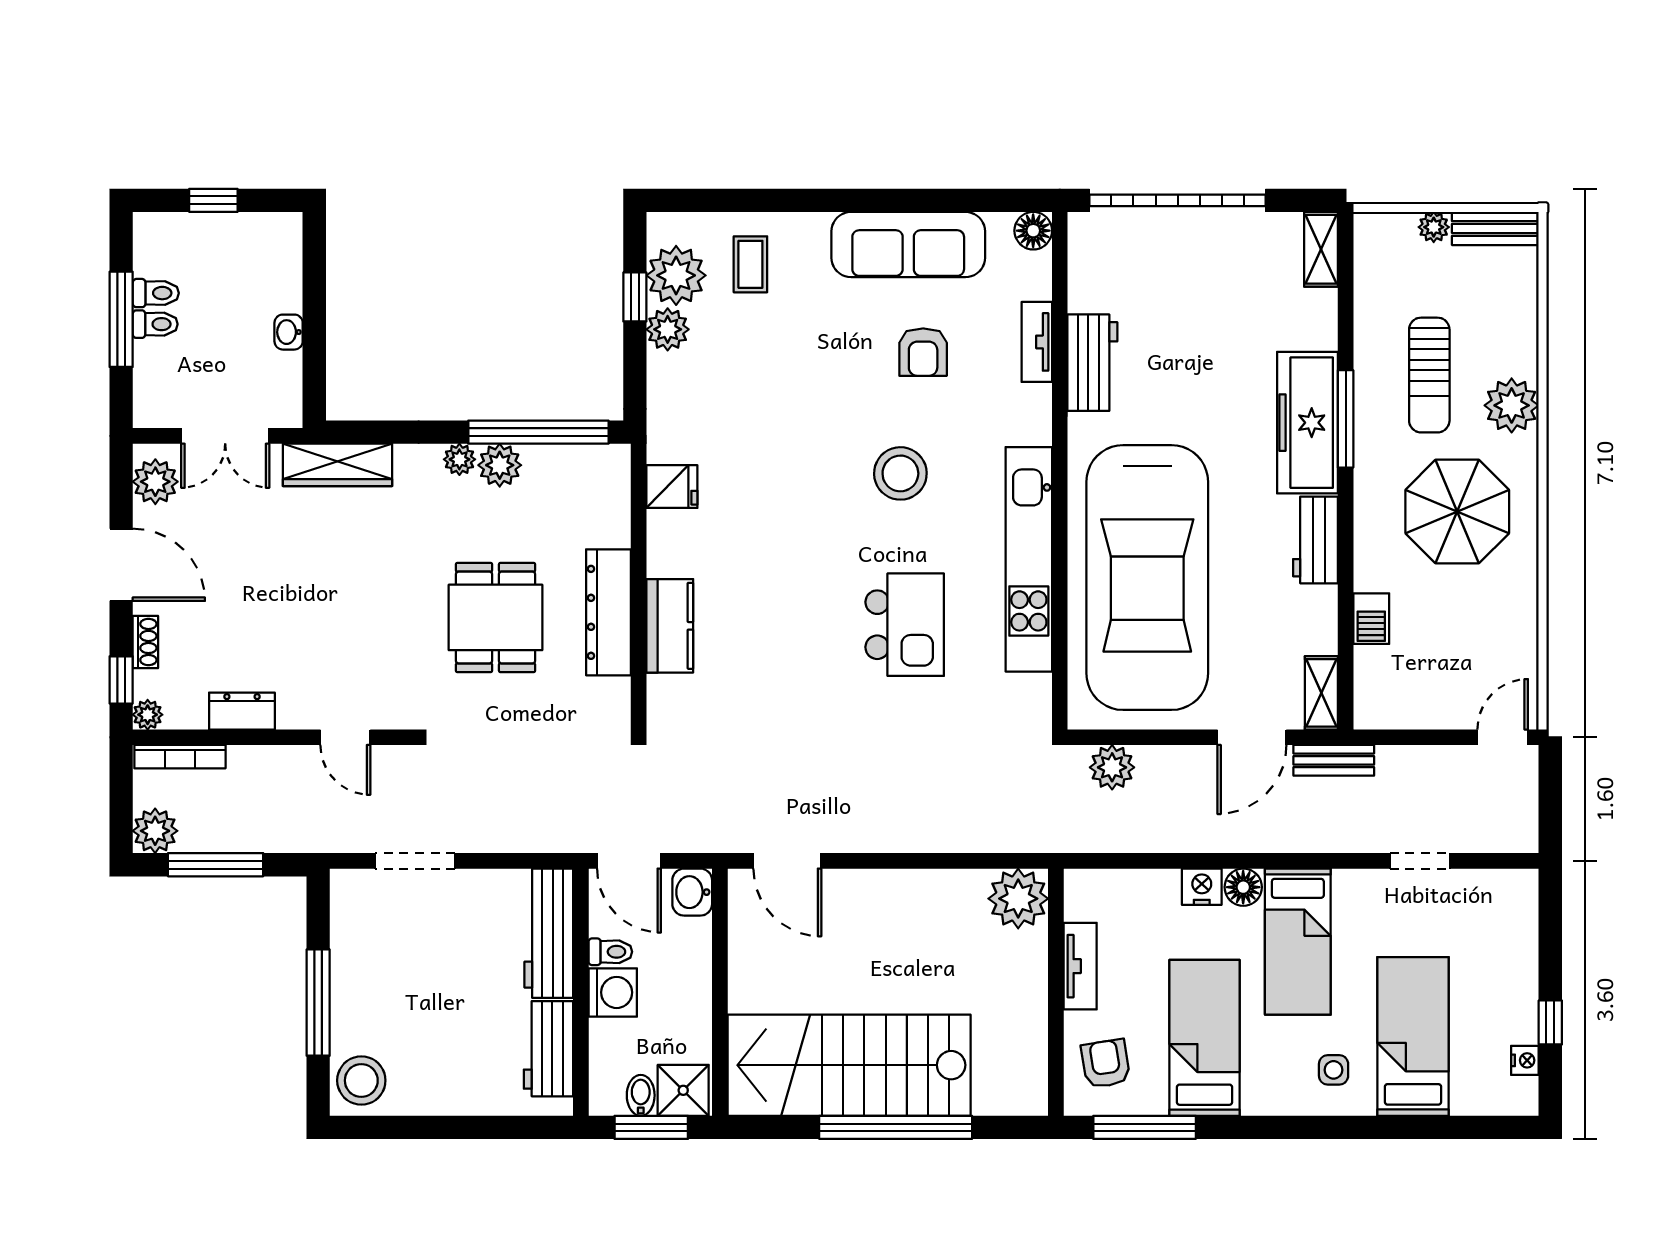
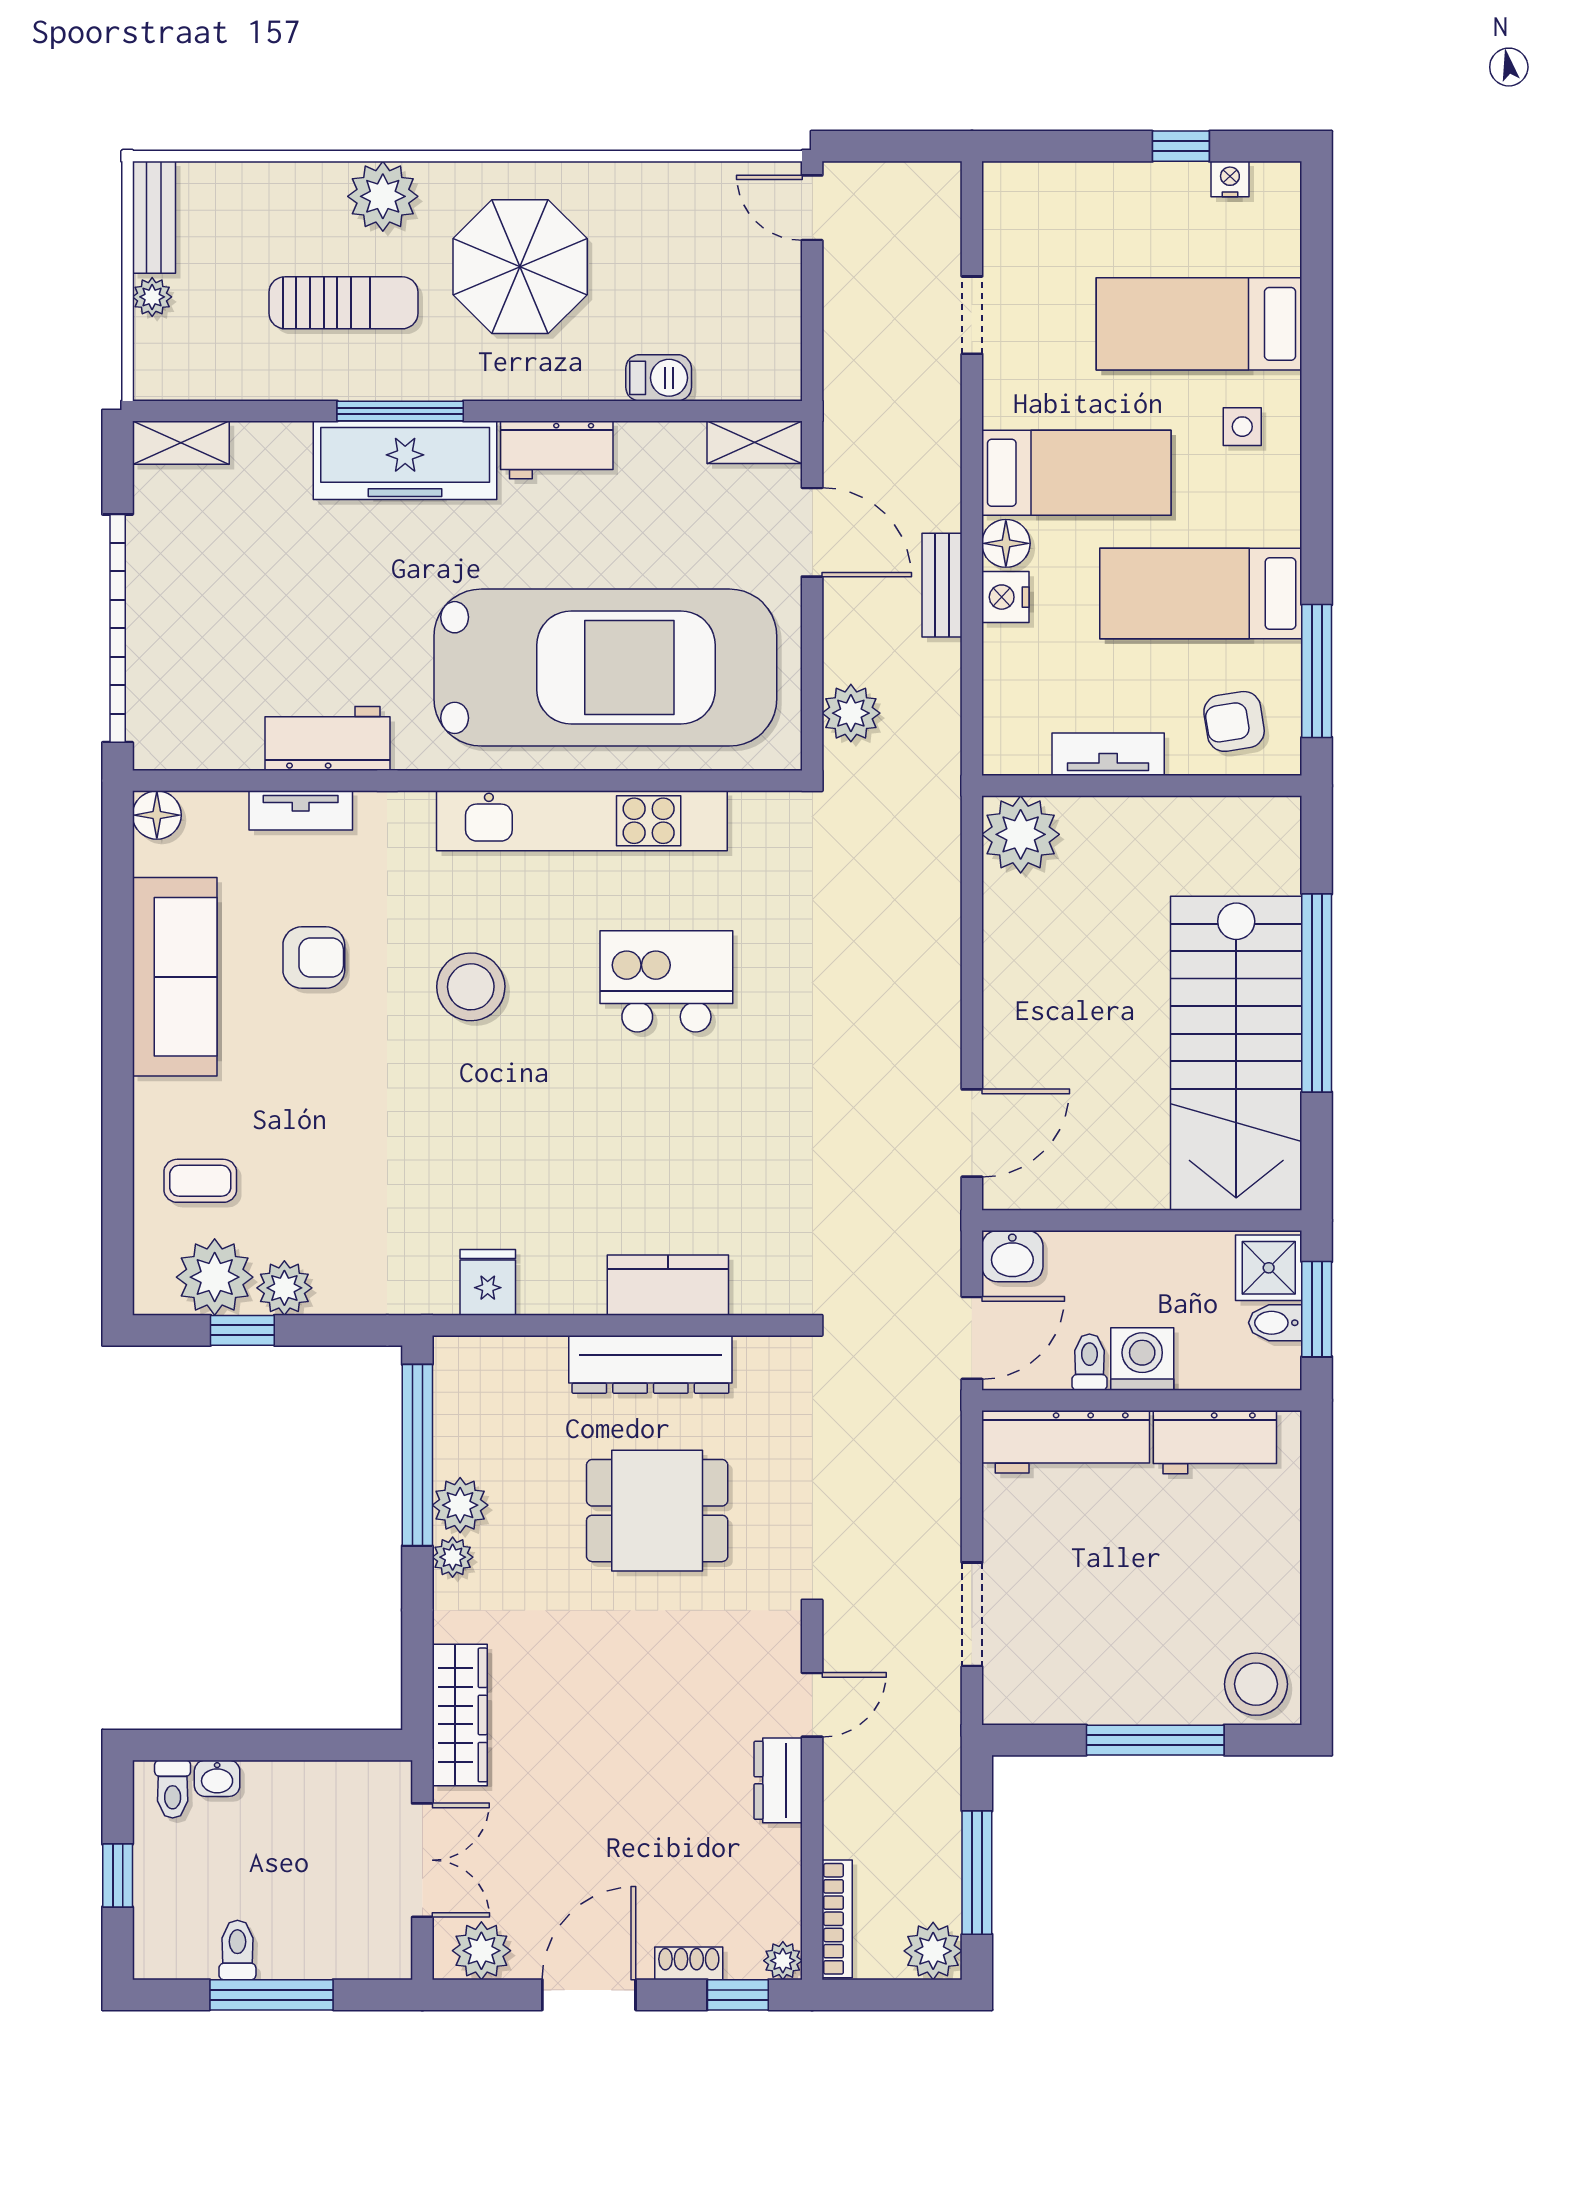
toilet: (155, 324) -> (173, 1789), moved, turned 180
washbasin: (289, 332) -> (217, 1778), moved
dresser: (242, 711) -> (778, 1780), moved
bench: (1334, 760) -> (942, 585), moved

